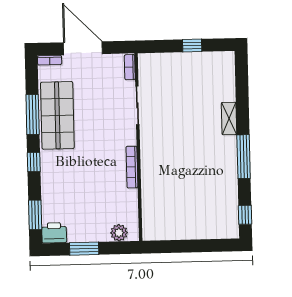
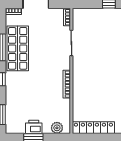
locker: (173, 231) -> (93, 128), added
printer: (54, 233) -> (34, 127), moved

